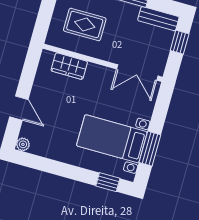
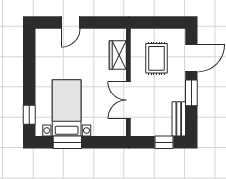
double door: (137, 72) -> (128, 100), moved
plant: (23, 144) -> (41, 34), removed

